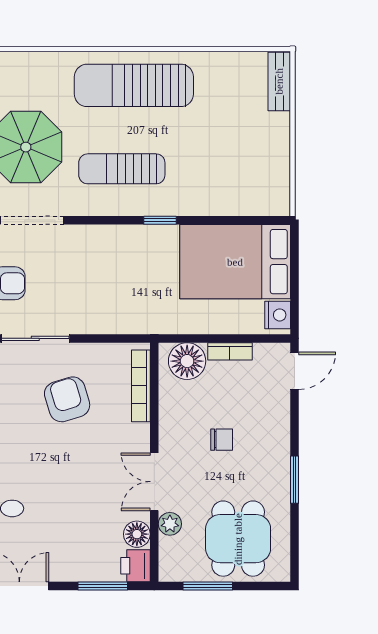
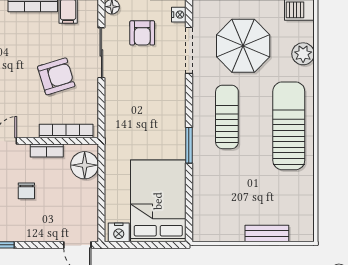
plant: (37, 66) -> (303, 54), added
bench: (279, 81) -> (267, 233), moved
window: (160, 220) -> (189, 145), width x1.50
bookcase: (230, 351) -> (47, 151), moved, turned -90

